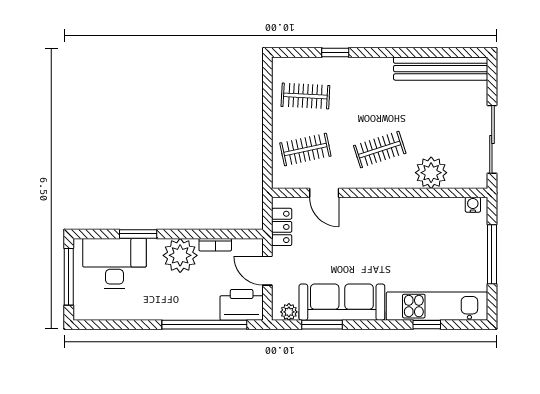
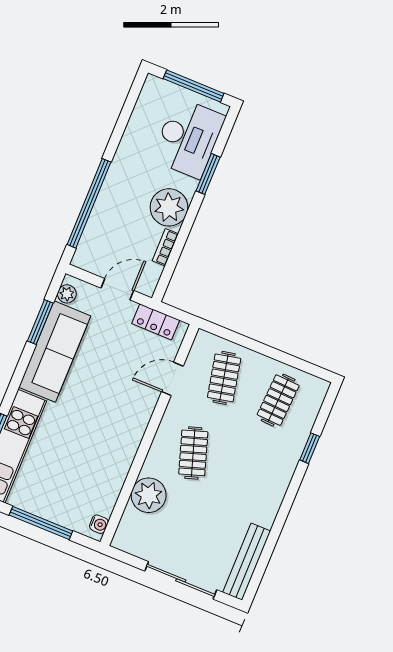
bench: (441, 69) -> (247, 562), width x0.73, depth x0.82
sliding door: (492, 139) -> (181, 580), moved
printer: (242, 305) -> (94, 249), removed

